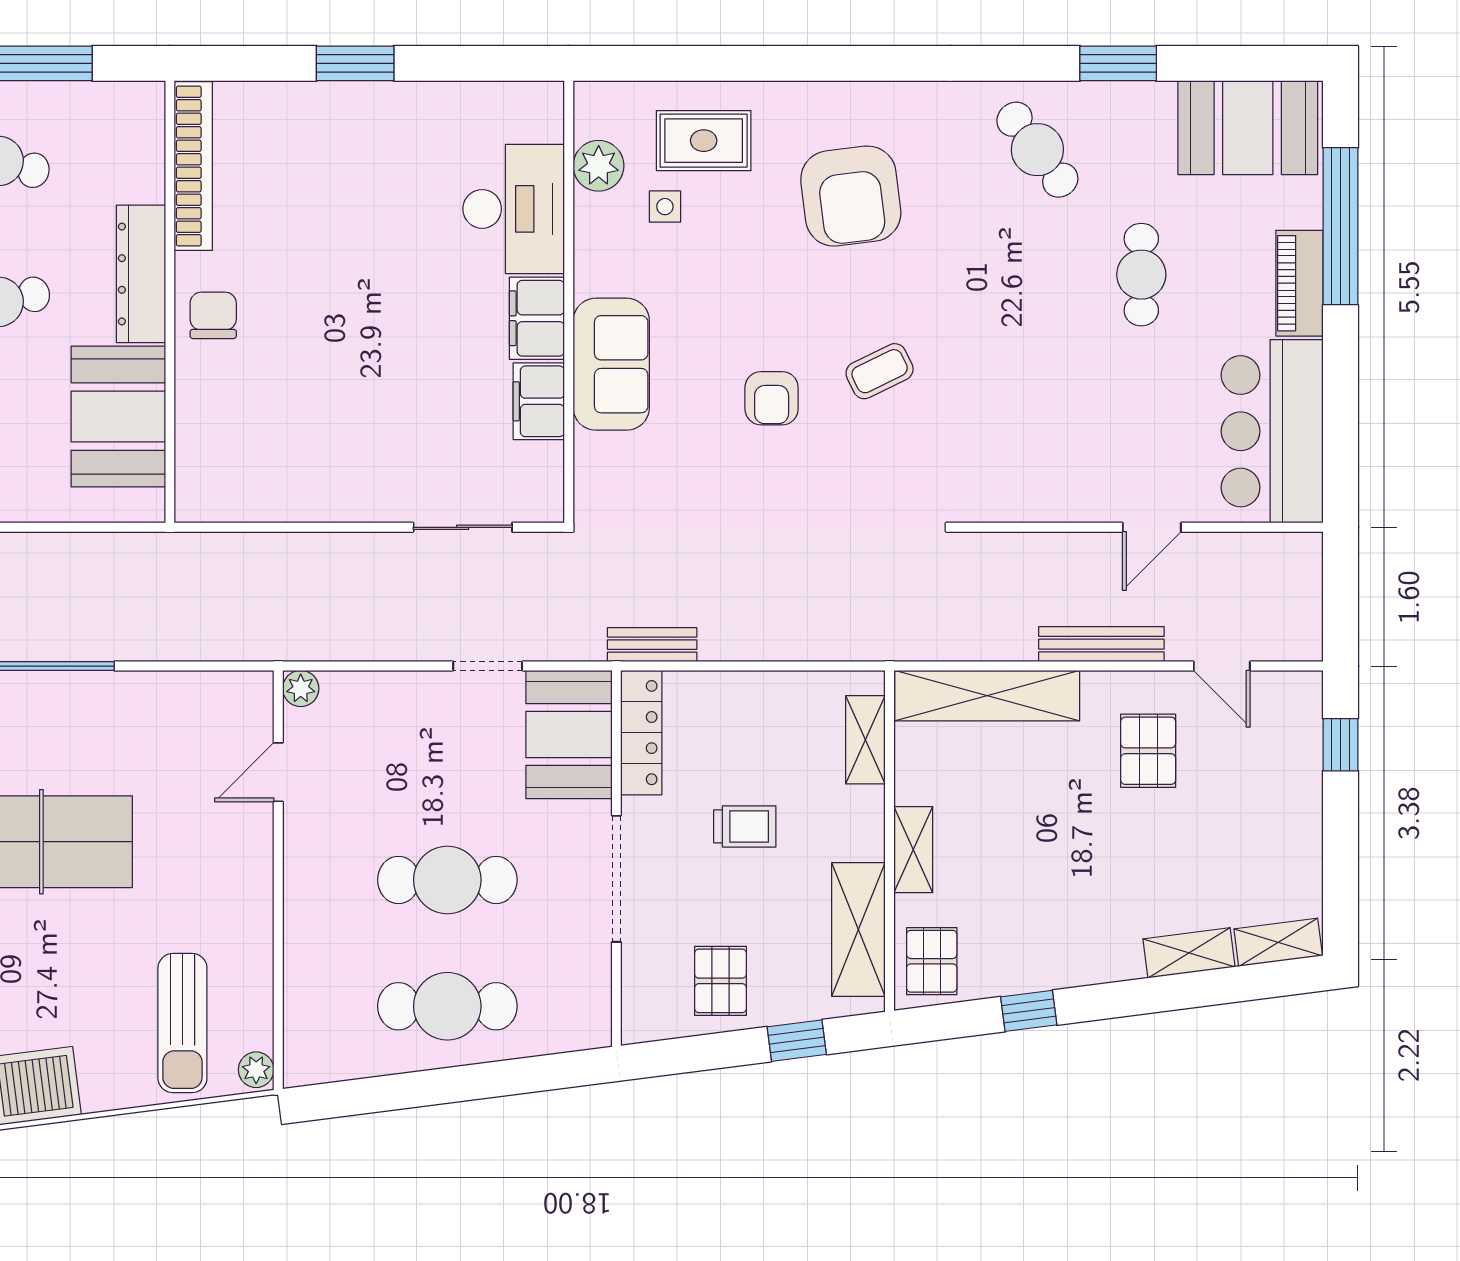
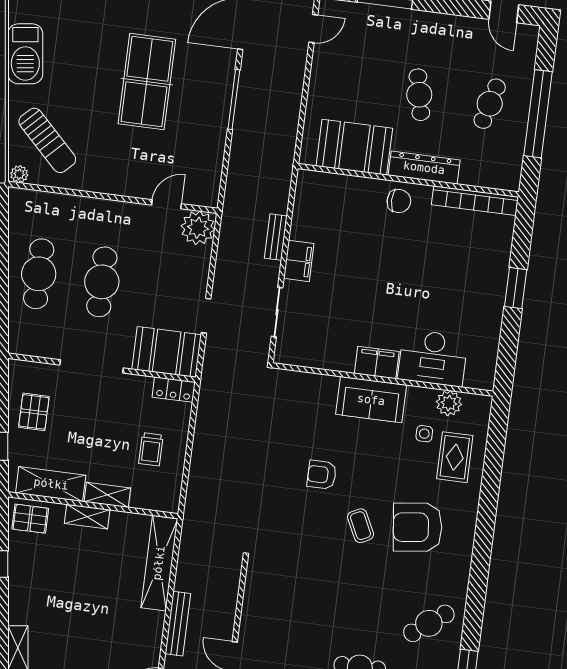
sofa: (611, 364) -> (371, 400), moved
coffee table: (880, 371) -> (361, 526), moved
filing cabinet: (539, 401) -> (299, 261), moved, turned 90
bench: (652, 645) -> (276, 237), moved
plant: (301, 688) -> (198, 228), width x1.87, depth x1.87
locker: (641, 733) -> (174, 390), width x0.66
shelving: (865, 740) -> (107, 495), moved
pallet: (1148, 751) -> (121, 640), removed
door: (278, 772) -> (166, 204), hinge flipped
trolley: (745, 826) -> (151, 449), moved
pallet: (720, 981) -> (34, 412), turned 90
sun lounger: (182, 1023) -> (47, 140), turned -135

